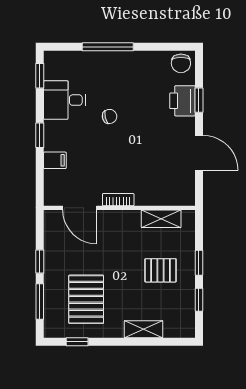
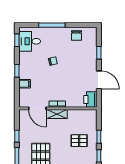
chair: (181, 63) -> (76, 35), moved
desk: (65, 100) -> (30, 41), moved
printer: (182, 101) -> (90, 99), moved
shelving: (161, 219) -> (57, 114), moved

